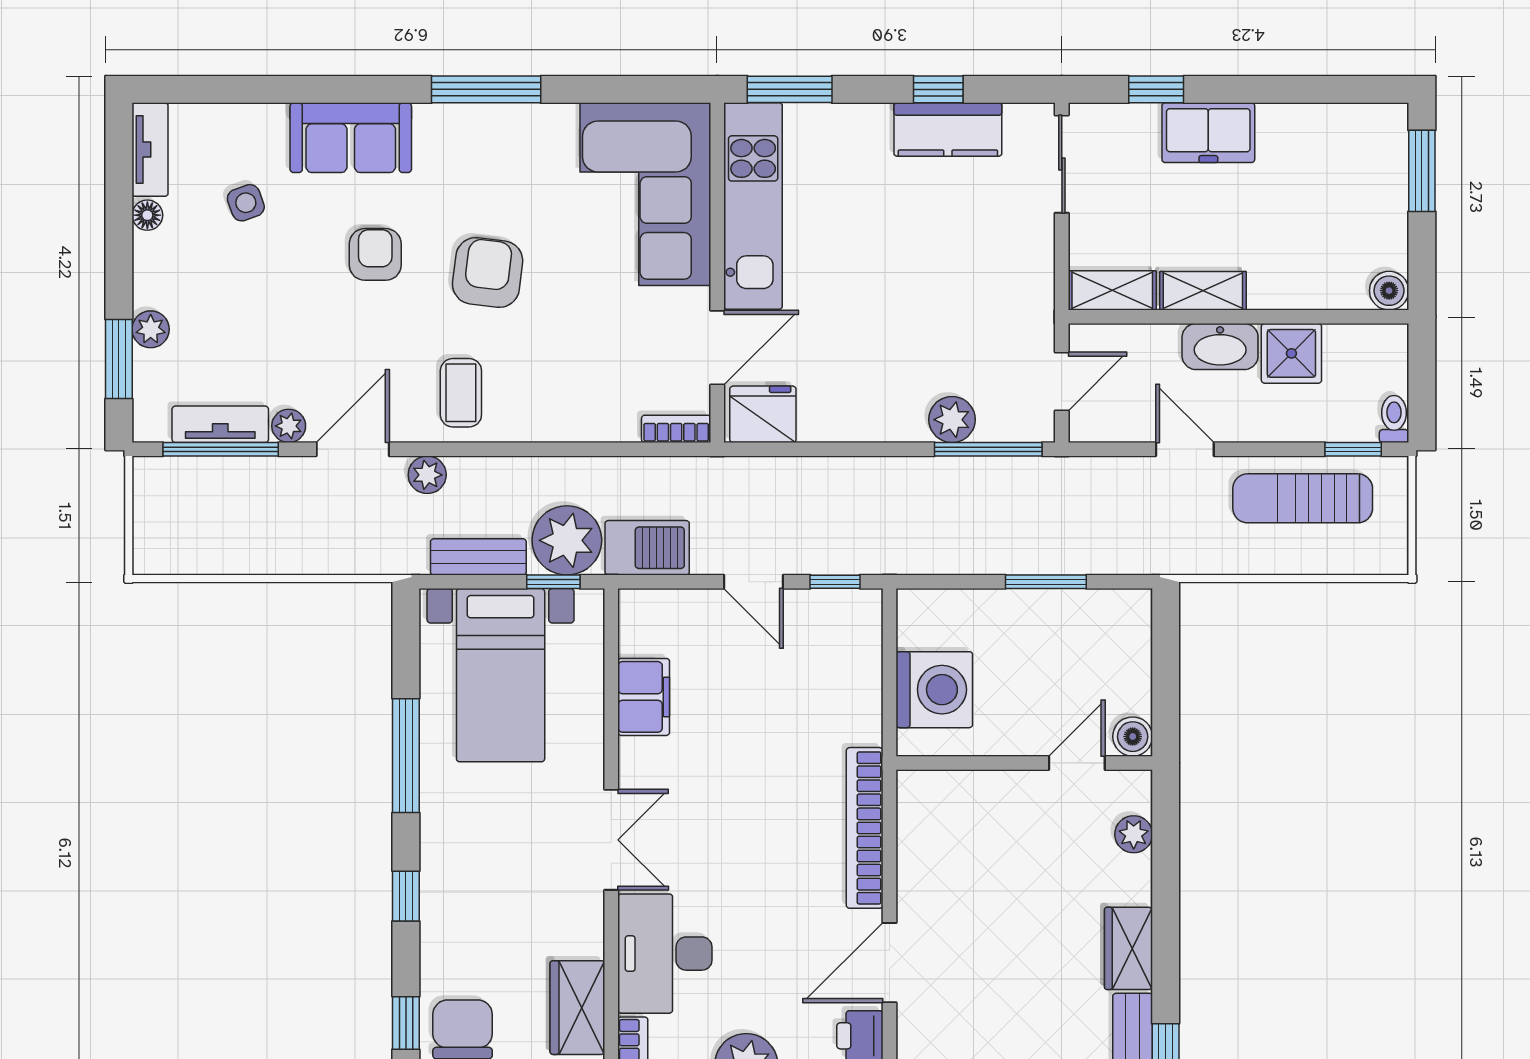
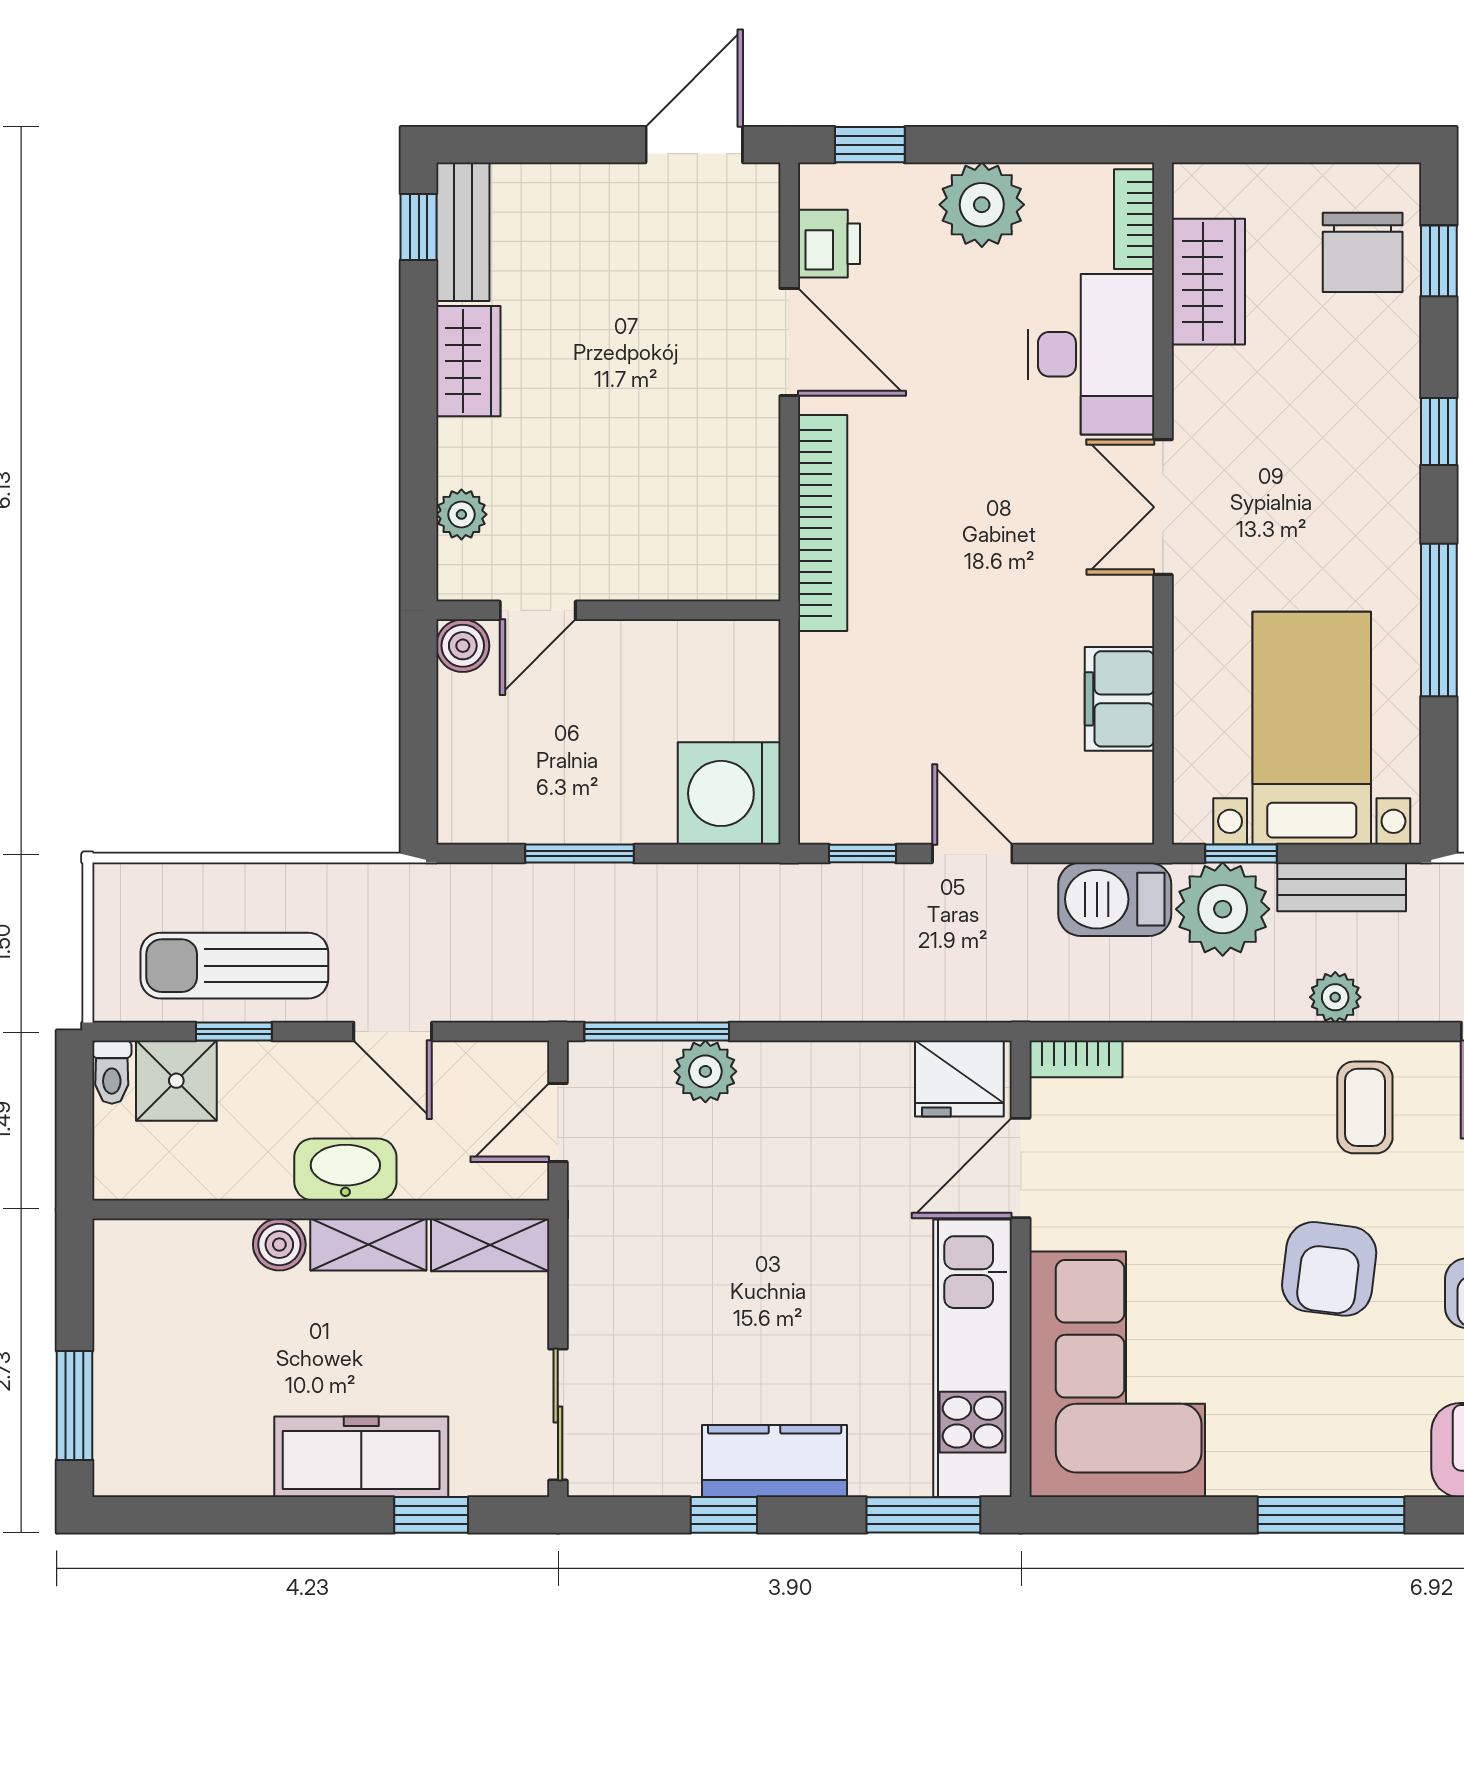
kitchen counter: (948, 129) -> (775, 1461), moved
freezer: (1208, 133) -> (361, 1457), width x1.40
boiler: (1389, 291) -> (279, 1245), moved
shower: (1291, 353) -> (176, 1081), moved
window: (1353, 449) -> (234, 1031), moved
plant: (427, 475) -> (1335, 997), moved
sun lounger: (1303, 498) -> (234, 966), turned 180
washing machine: (934, 690) -> (729, 793), moved
door: (890, 963) -> (789, 342), hinge flipped

